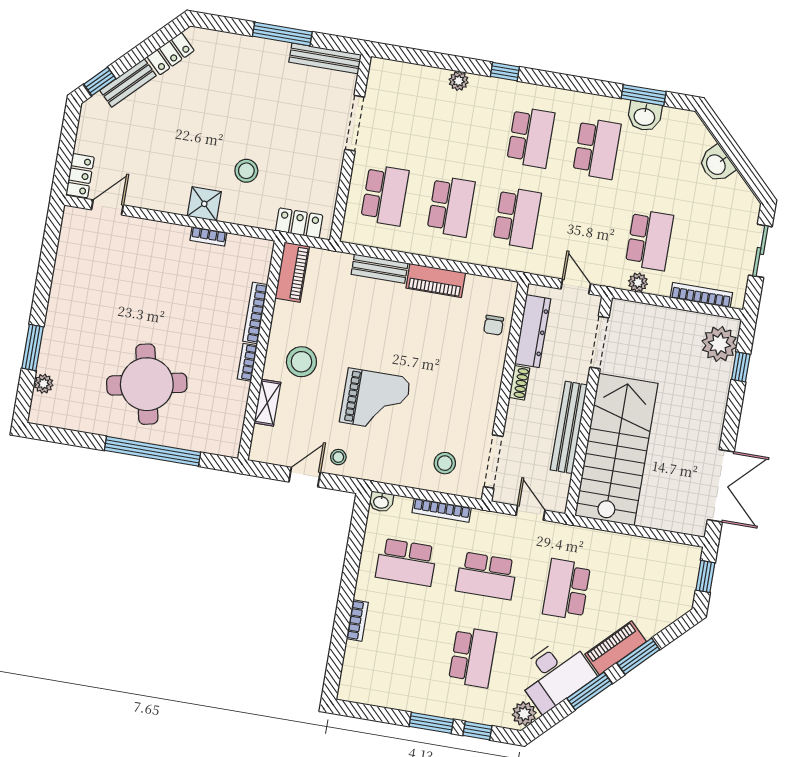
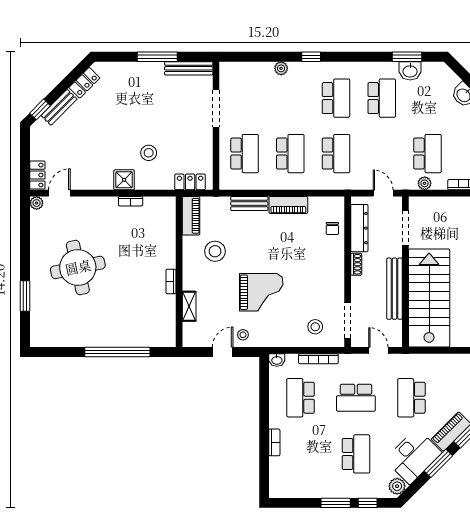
bookcase: (255, 313) -> (171, 247), removed
stool: (301, 362) -> (215, 251), moved
plant: (44, 384) -> (37, 203), moved
round table: (147, 384) -> (78, 267), moved
school desk: (406, 562) -> (301, 398), turned 90

